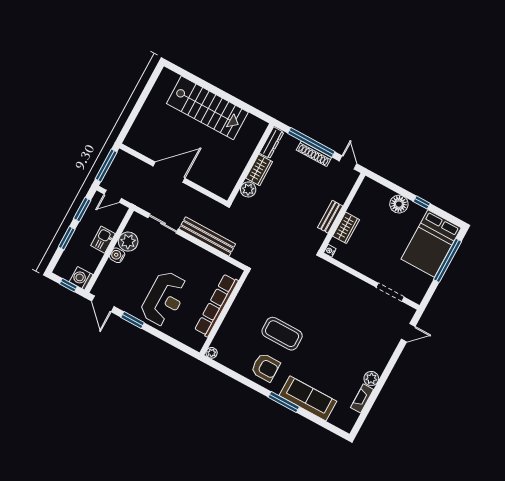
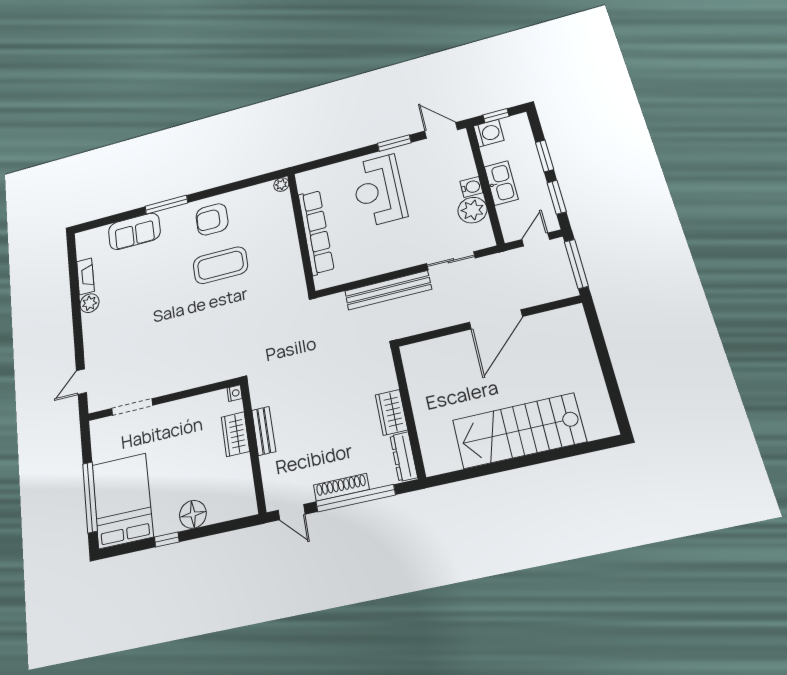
plant: (248, 189) -> (385, 379), removed
kitchen sink: (103, 240) -> (501, 183), width x1.38
sofa: (308, 398) -> (134, 231), width x0.73

